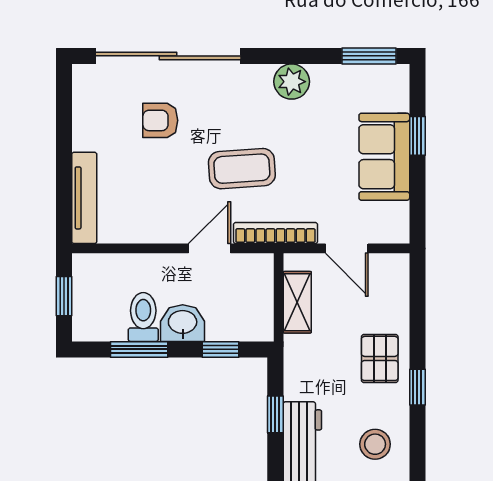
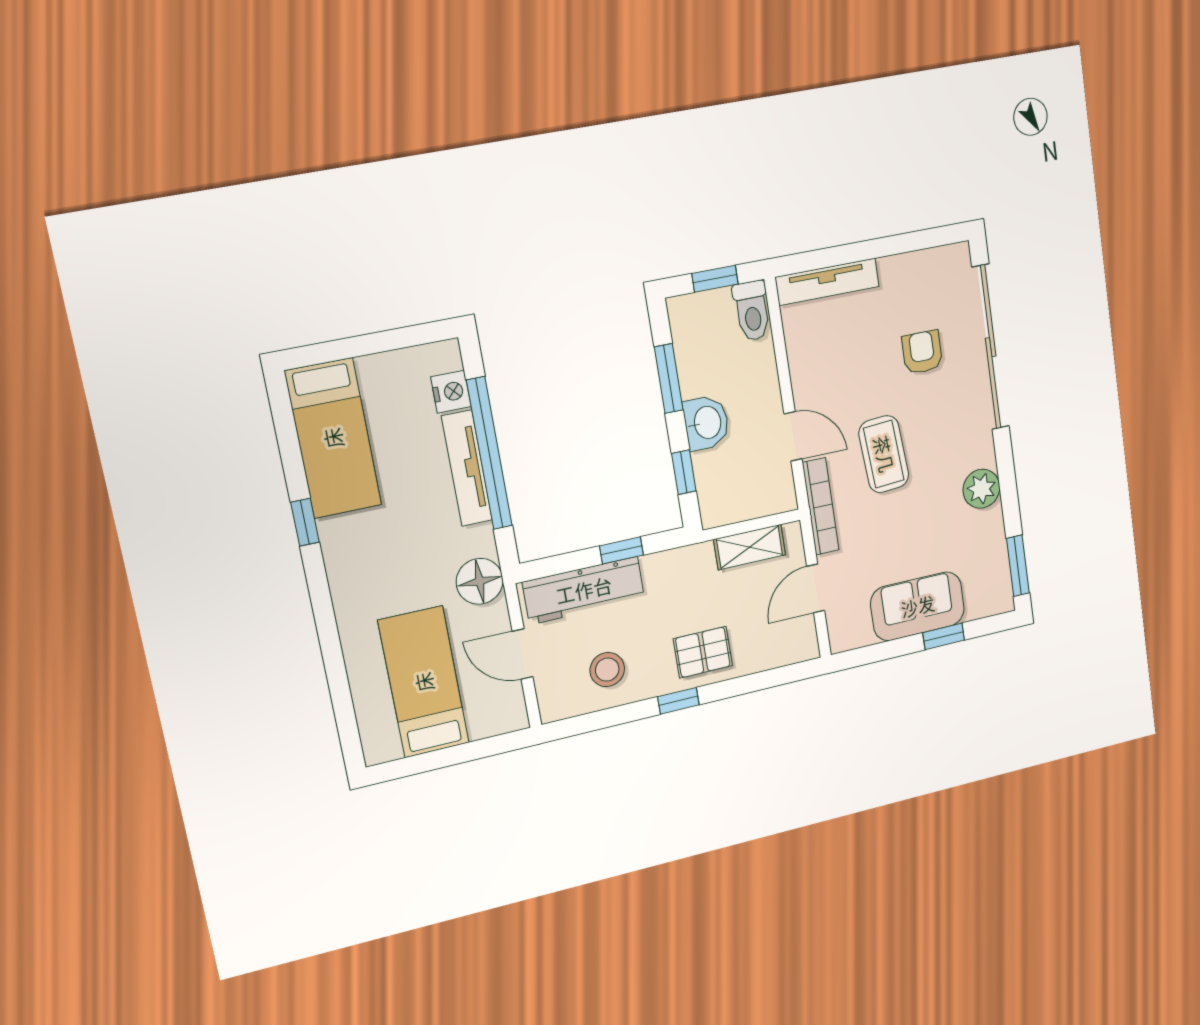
toilet: (143, 317) -> (752, 311), moved, turned 90

